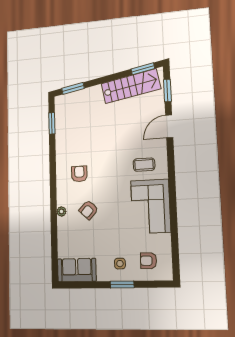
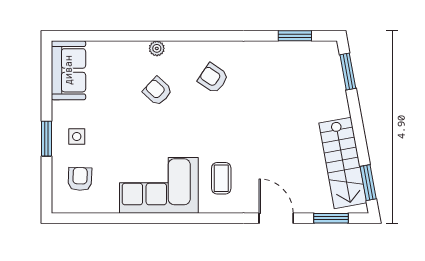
armchair: (79, 174) -> (213, 78), turned -146

